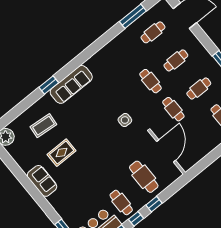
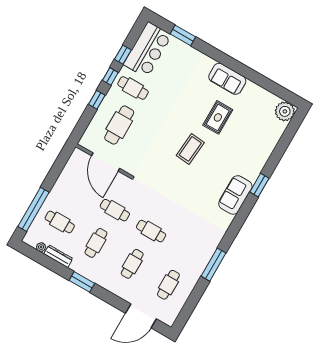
window: (133, 16) -> (214, 265), moved
sofa: (71, 84) -> (235, 195), width x0.73
side table: (125, 120) -> (163, 179), removed
coffee table: (43, 126) -> (190, 149), moved
cafe table: (144, 177) -> (119, 125), turned 90

